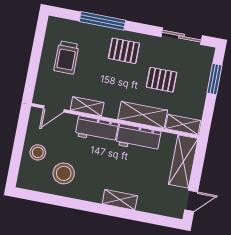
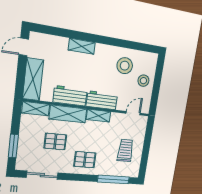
window: (102, 21) -> (113, 179), moved
shelving: (87, 106) -> (99, 116), moved

